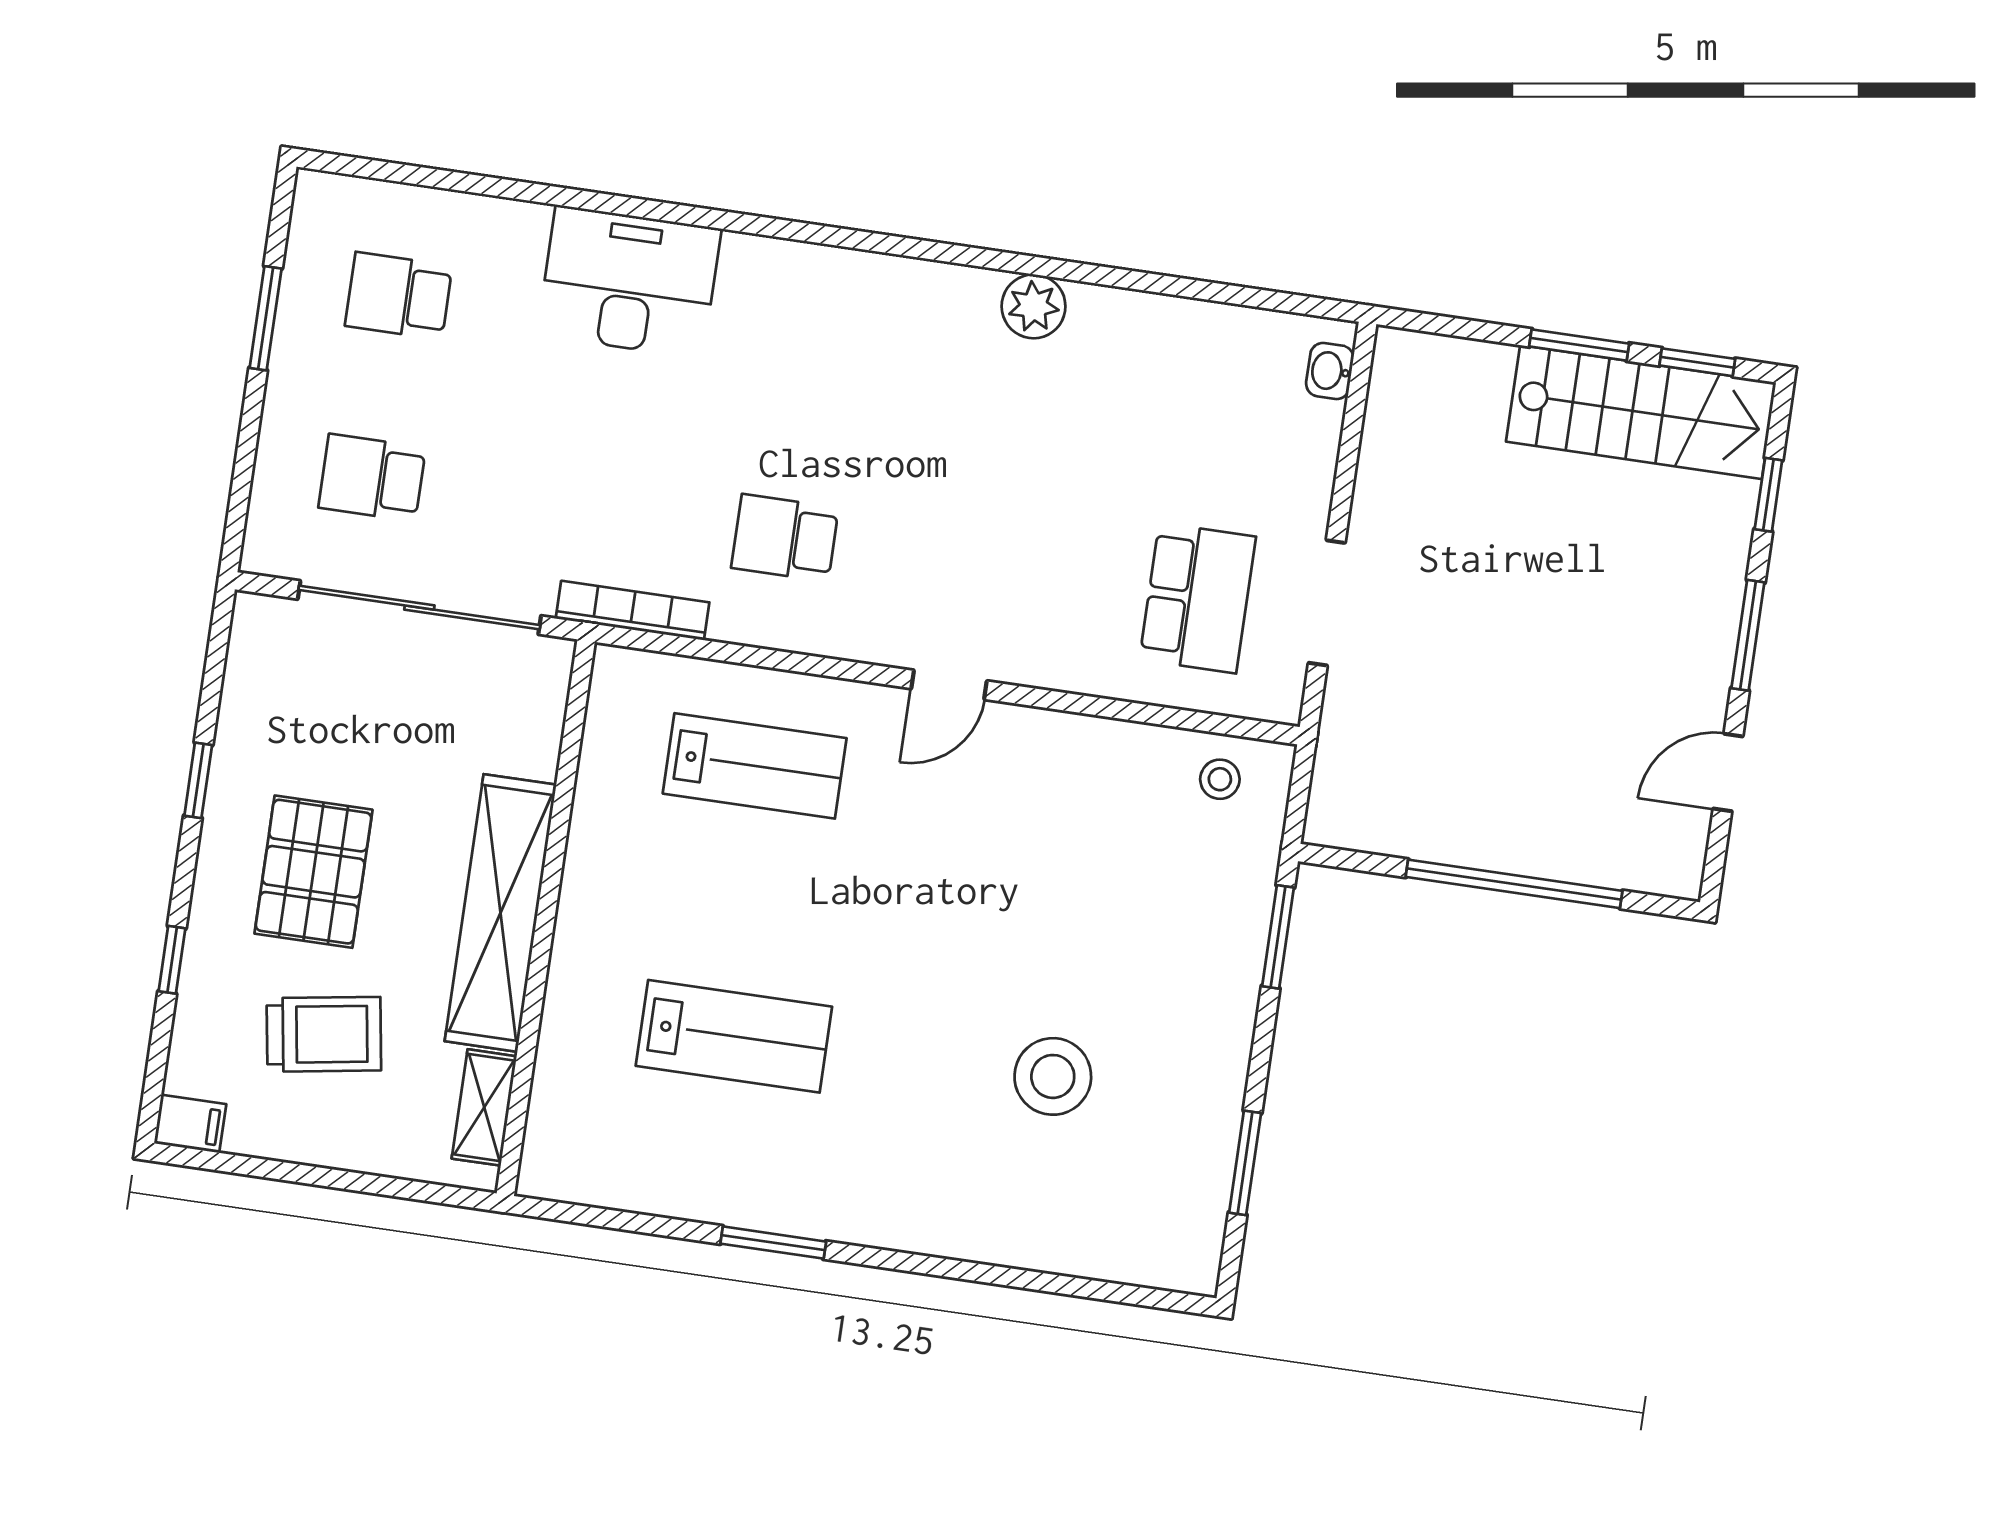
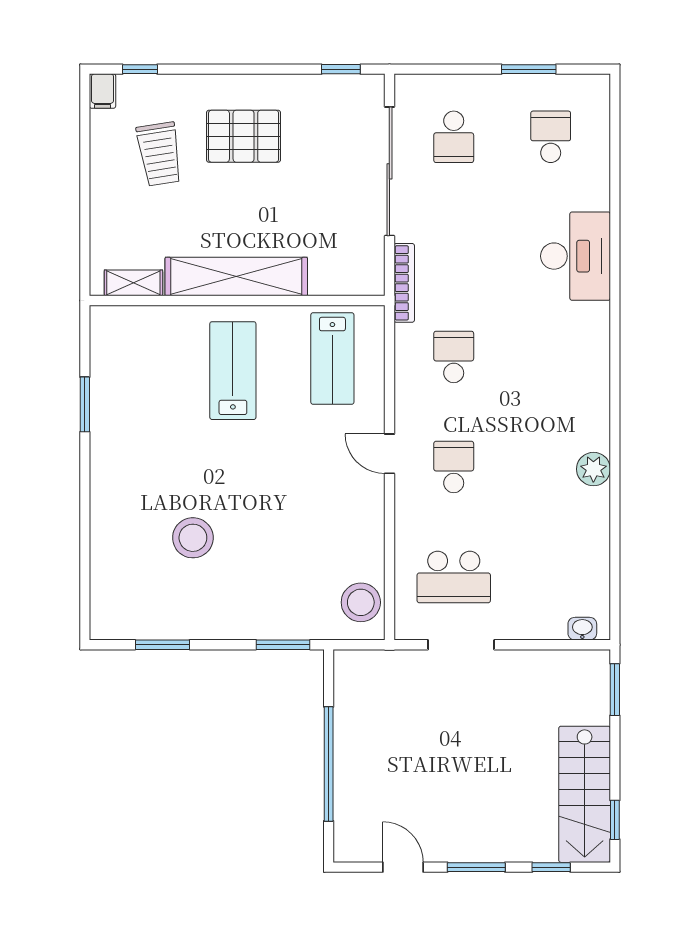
window: (1579, 345) -> (615, 690), moved
school desk: (372, 478) -> (454, 137), turned 180
school desk: (991, 568) -> (454, 467), added
stool: (1220, 779) -> (361, 602), width x1.89, depth x1.89
window: (198, 780) -> (341, 69), moved
shelving: (500, 913) -> (236, 277), moved
wall: (546, 918) -> (237, 301), moved
window: (172, 960) -> (140, 69), moved
lab bench: (734, 1036) -> (233, 371), moved, turned 180
shelving: (484, 1107) -> (133, 283), moved

